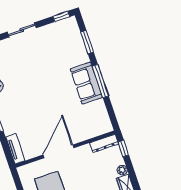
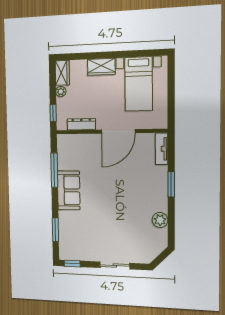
window: (100, 81) -> (54, 170), moved
dresser: (104, 143) -> (81, 124), moved

